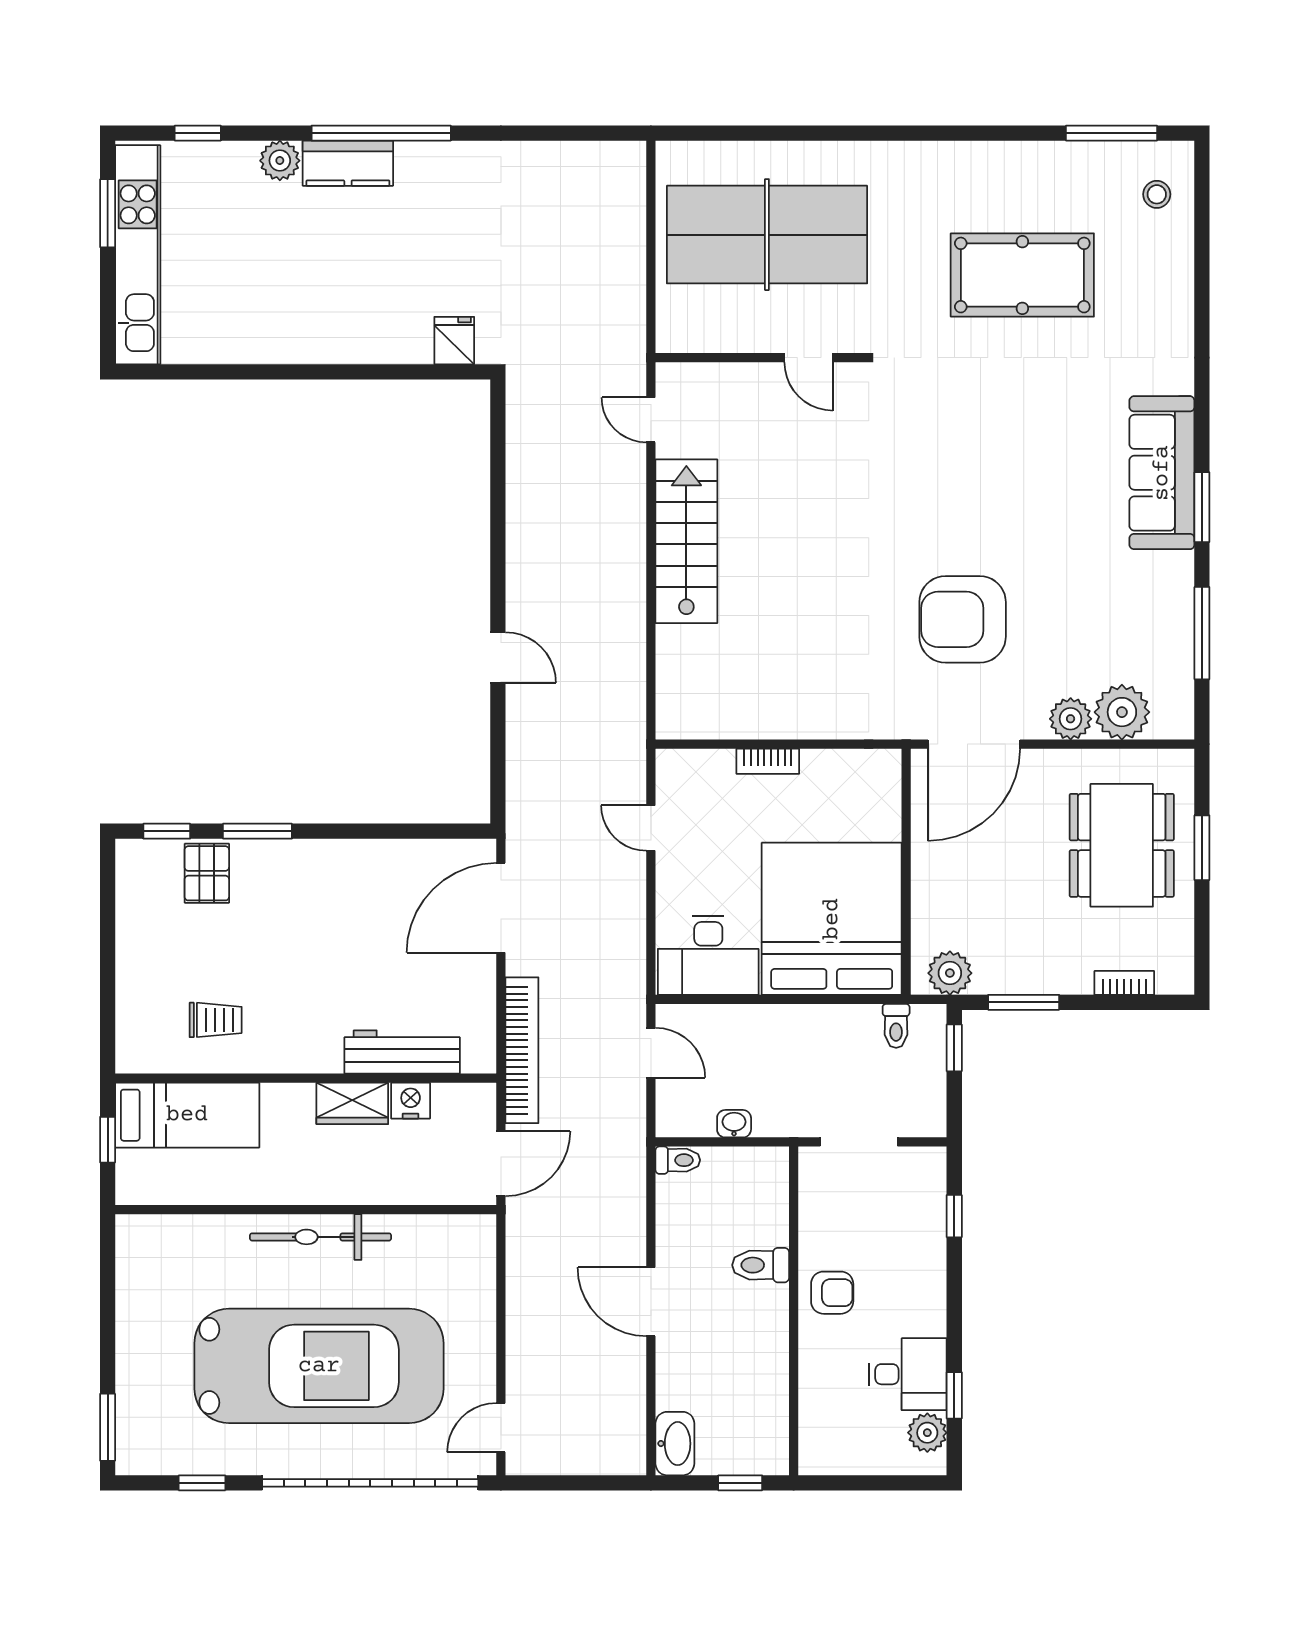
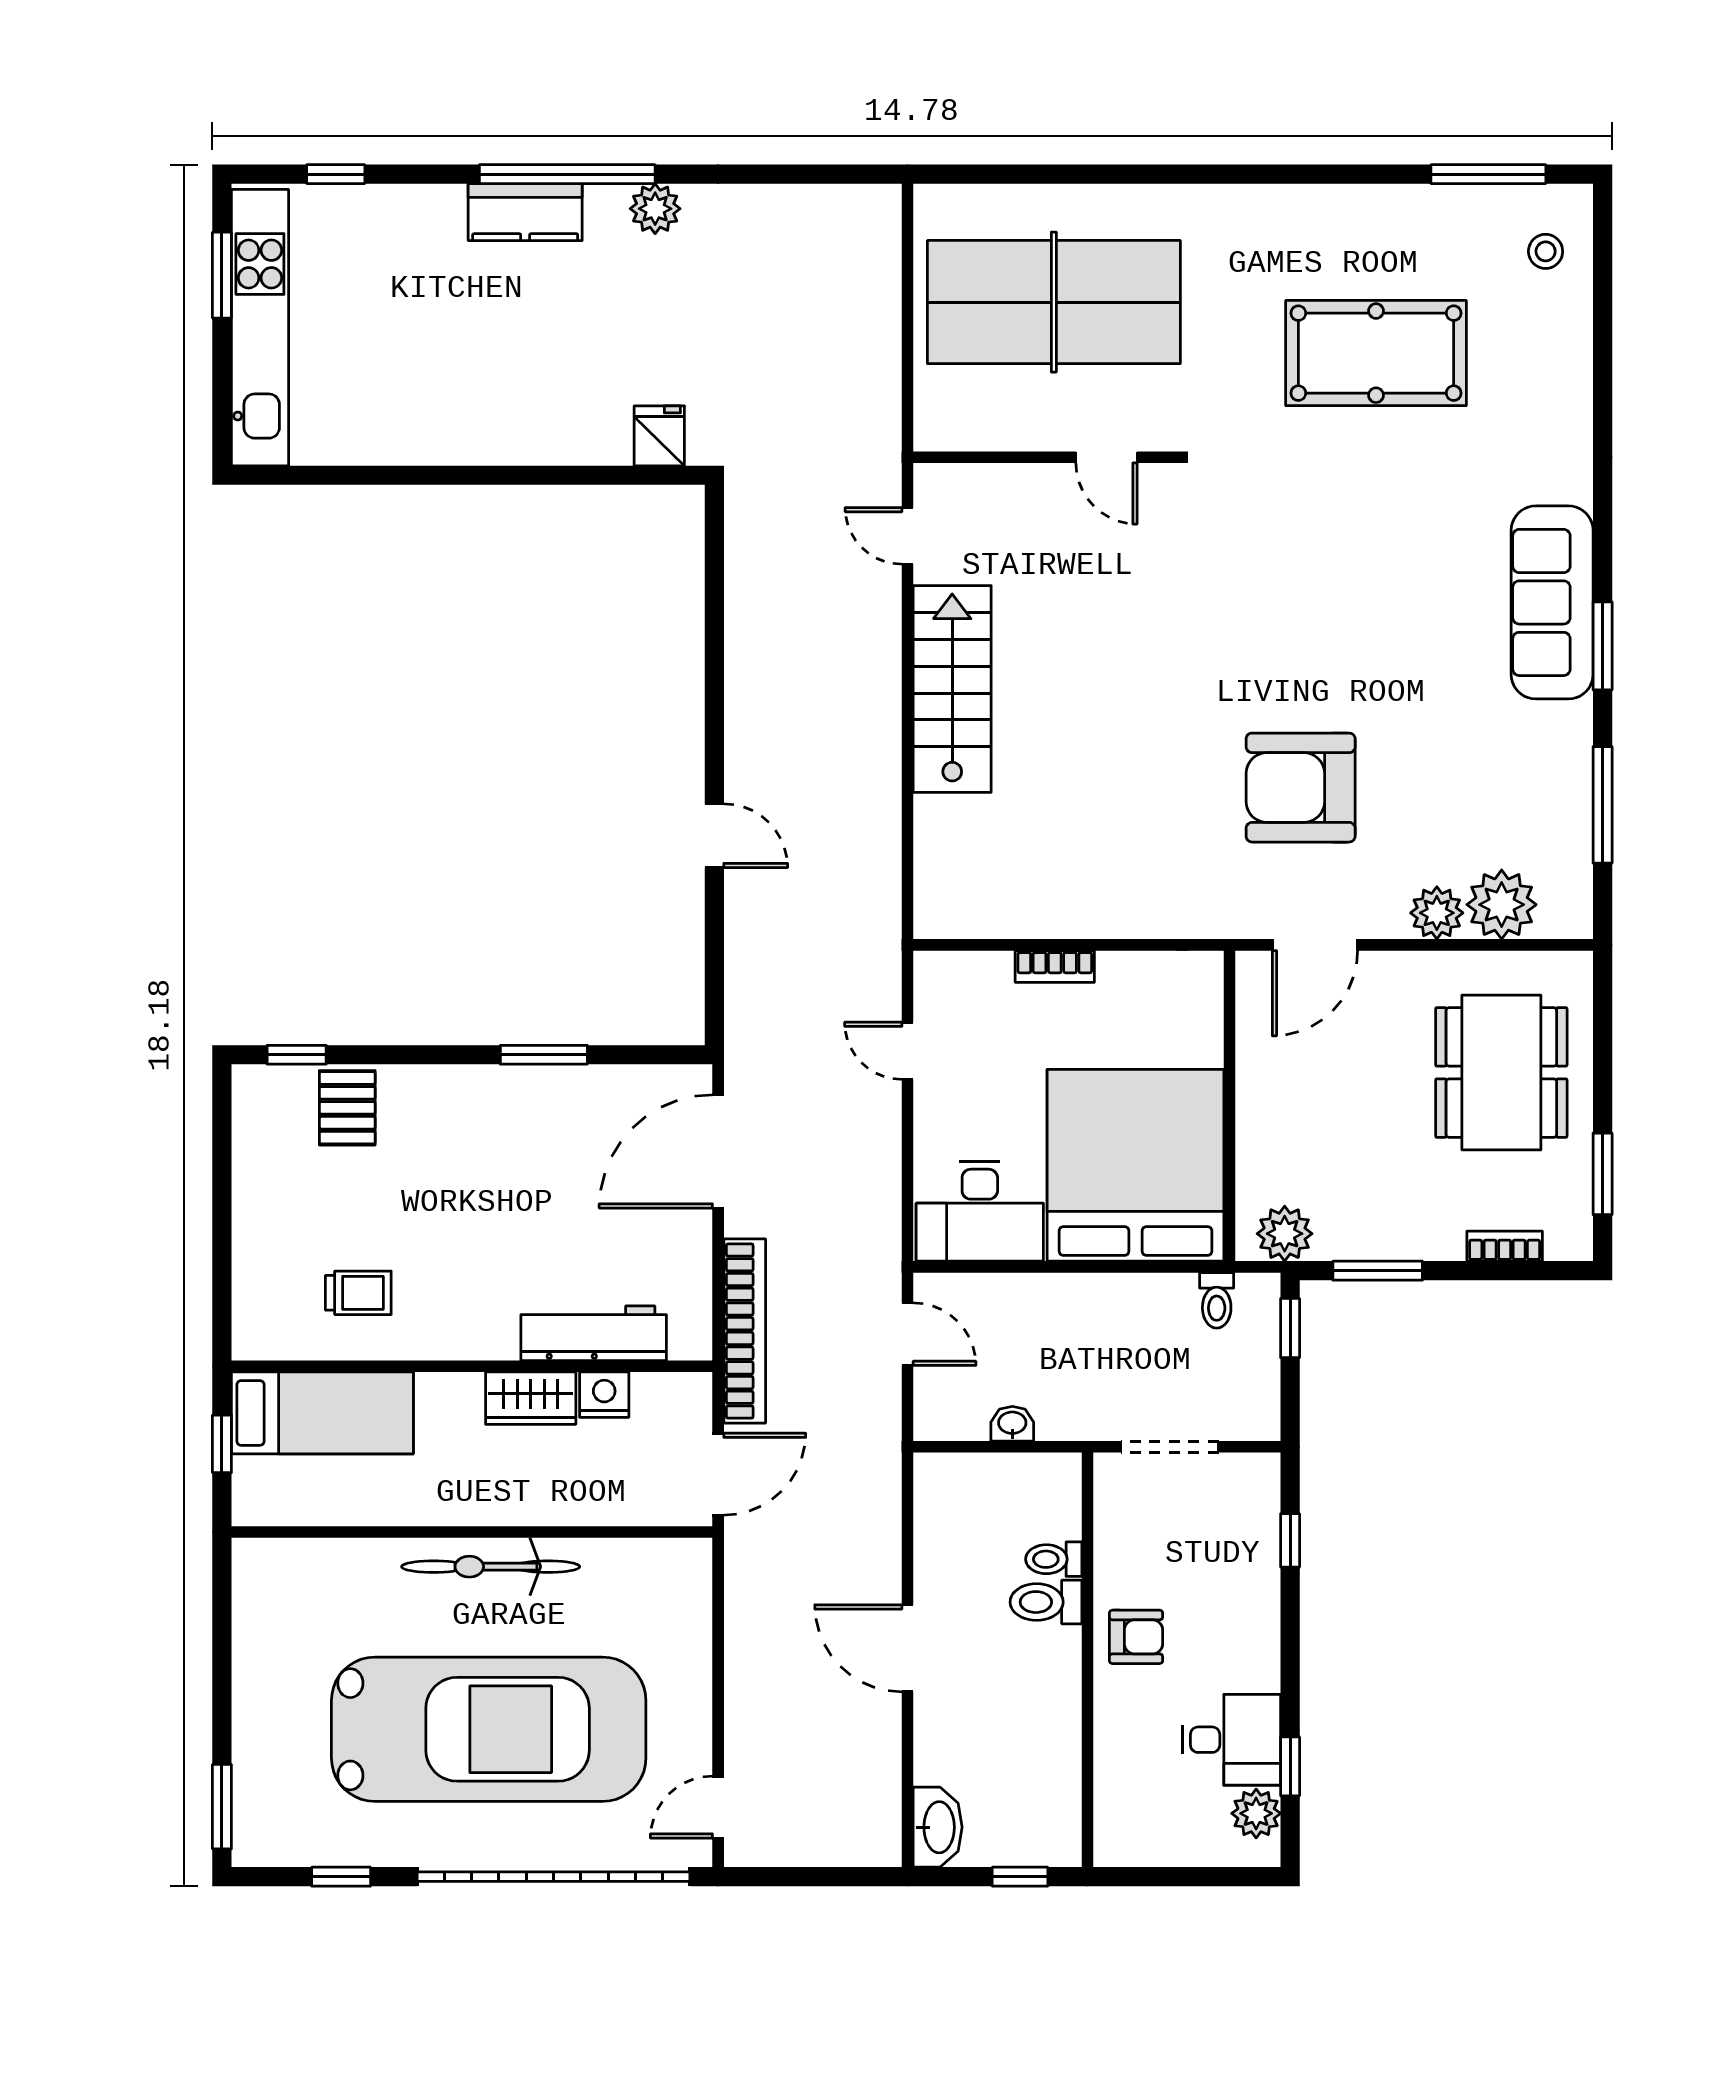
plant: (280, 161) -> (655, 209), moved
door: (974, 744) -> (1315, 945), width x0.73
window: (257, 831) -> (544, 1055), moved
window: (1202, 848) -> (1603, 1174), moved
toilet: (678, 1160) -> (1054, 1559), moved, turned 180

